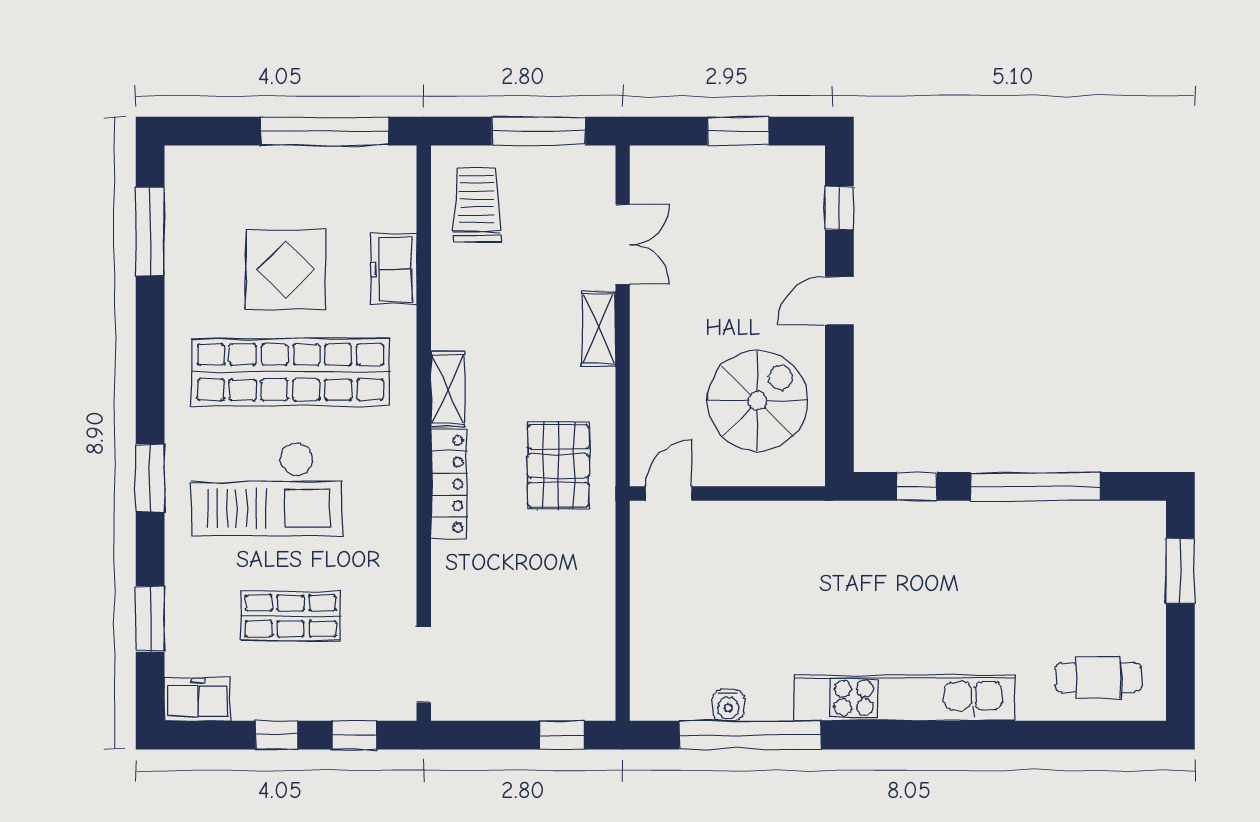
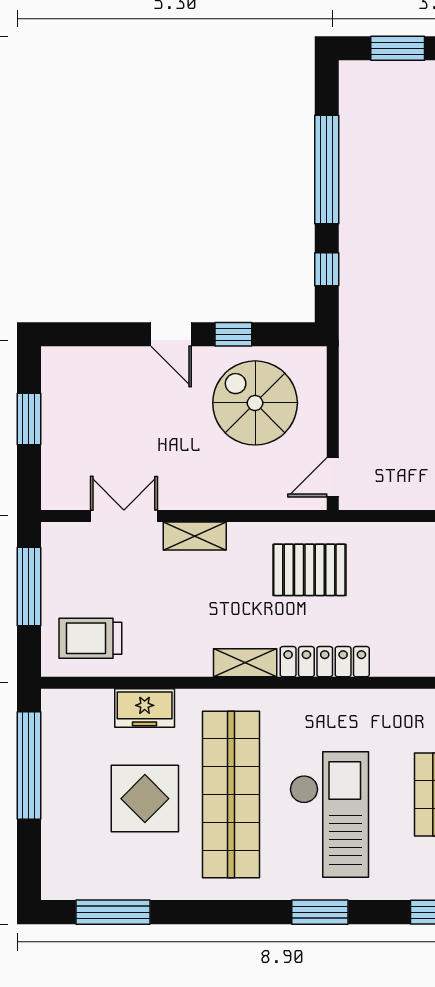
window: (839, 208) -> (233, 334), moved
door: (669, 494) -> (333, 477), hinge flipped

